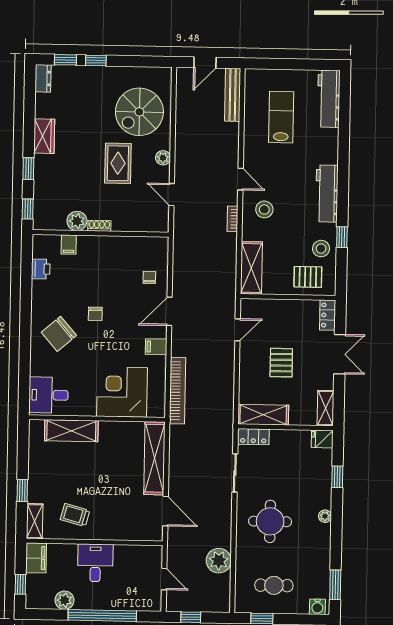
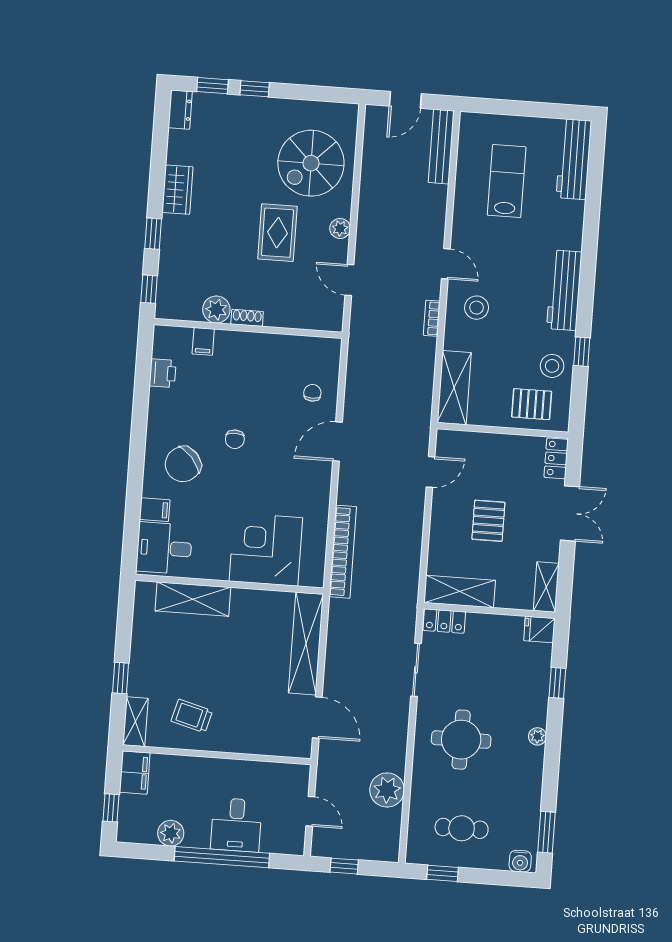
filing cabinet: (156, 347) -> (155, 510), moved, turned 180
desk: (95, 563) -> (236, 825), moved, turned 180

